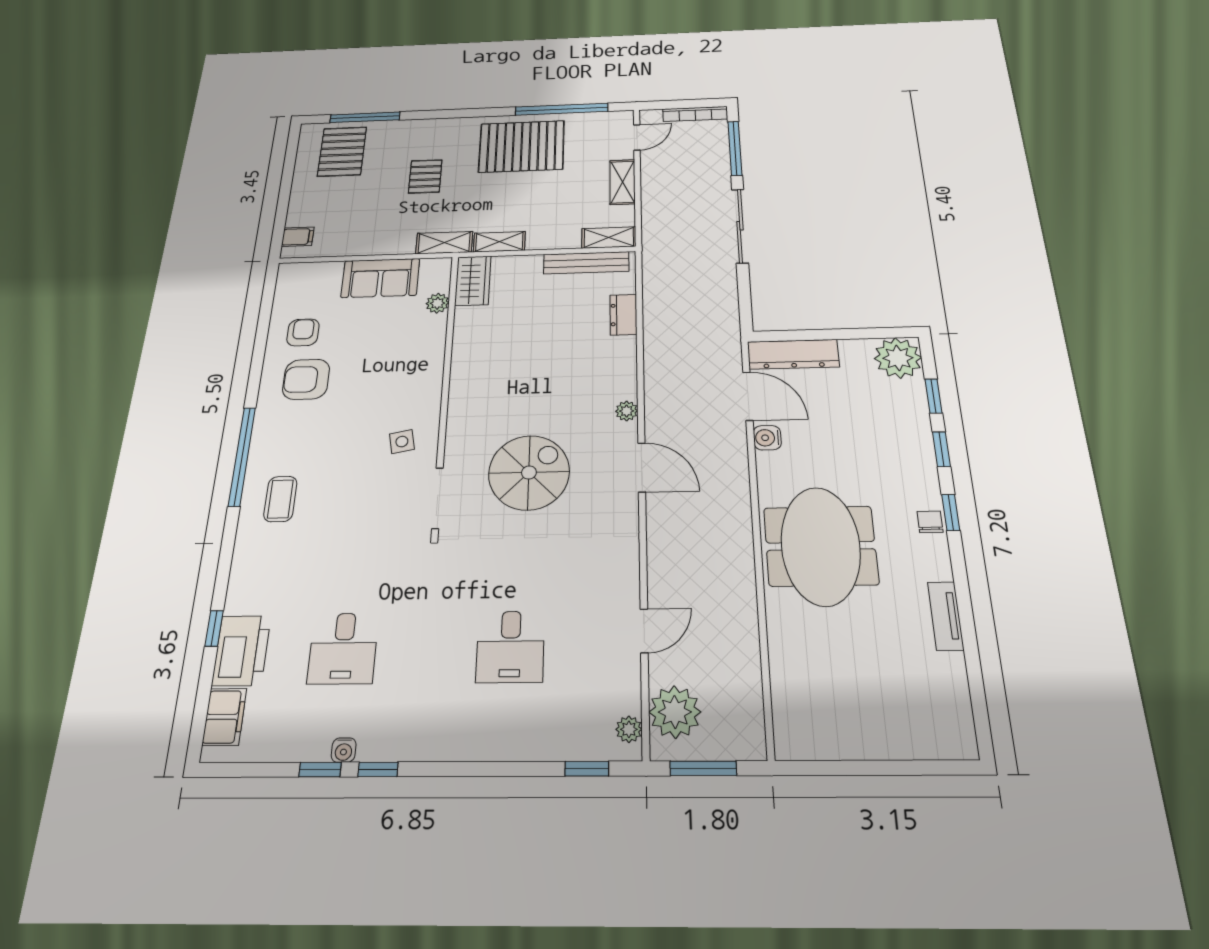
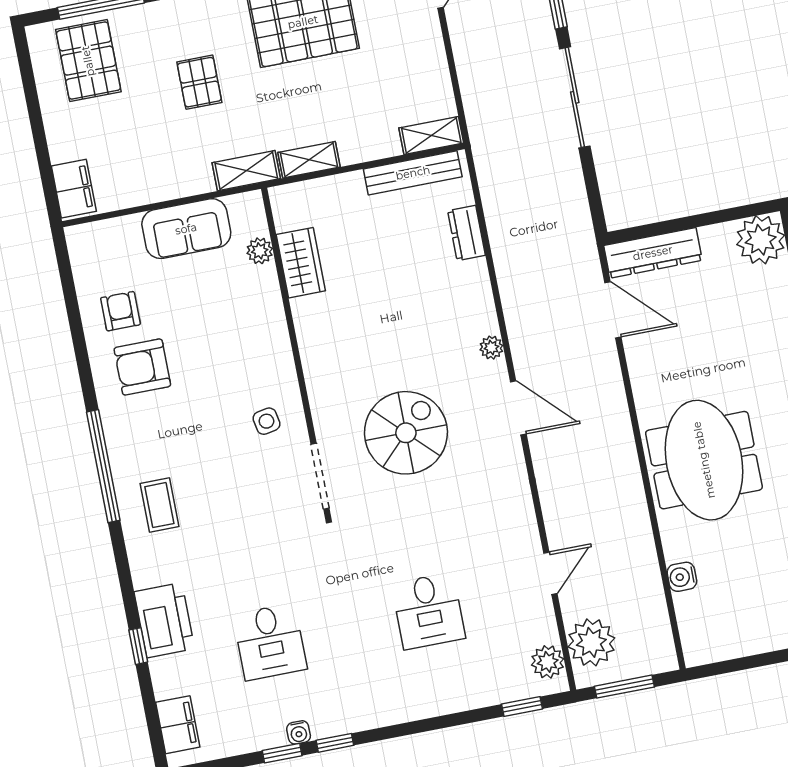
shelving: (622, 182) -> (432, 56), removed
filing cabinet: (298, 237) -> (74, 189), width x2.00
wardrobe: (473, 281) -> (301, 263), moved
water cooler: (767, 438) -> (682, 577), moved
printer: (241, 650) -> (164, 620), moved
plant: (629, 729) -> (548, 662), width x1.38, depth x1.38

